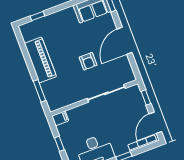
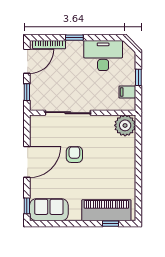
piano: (40, 60) -> (106, 210), moved, turned 90
window: (40, 91) -> (138, 142), removed
plant: (56, 101) -> (125, 125), added
filing cabinet: (60, 118) -> (127, 92), moved

